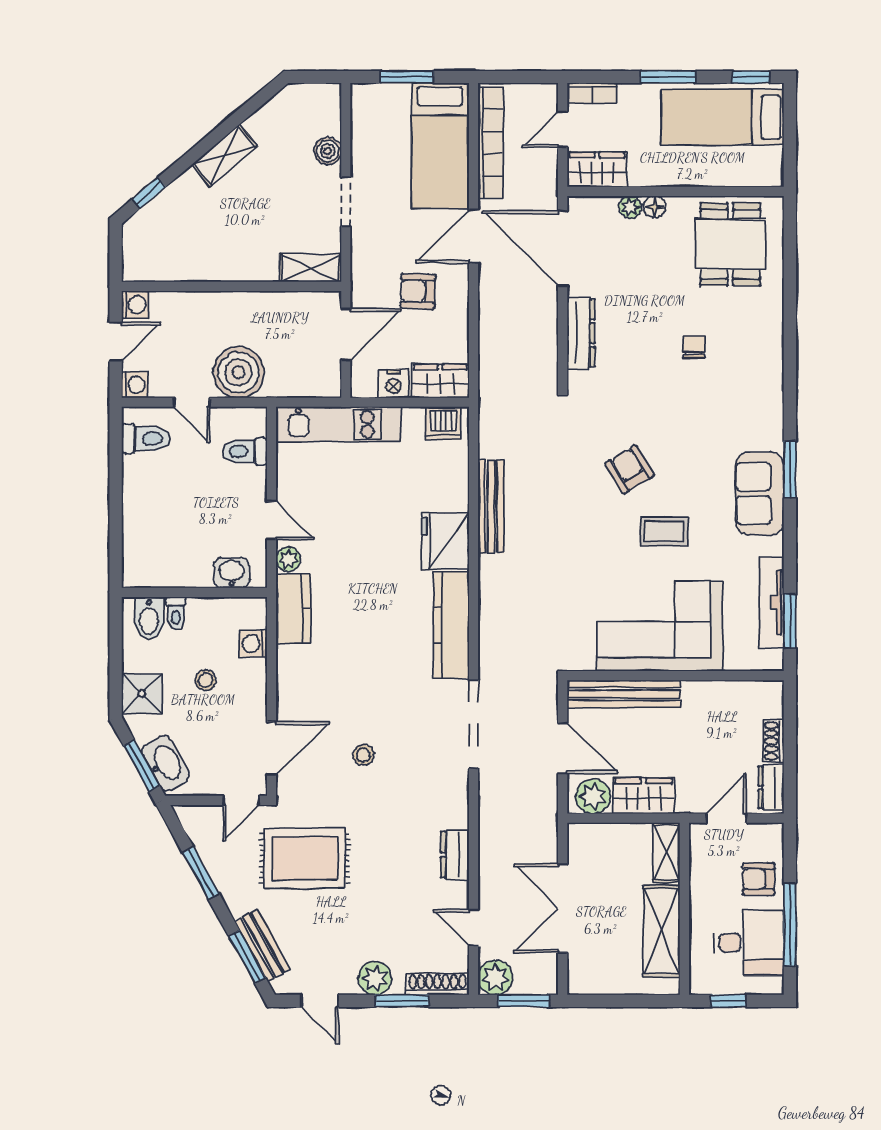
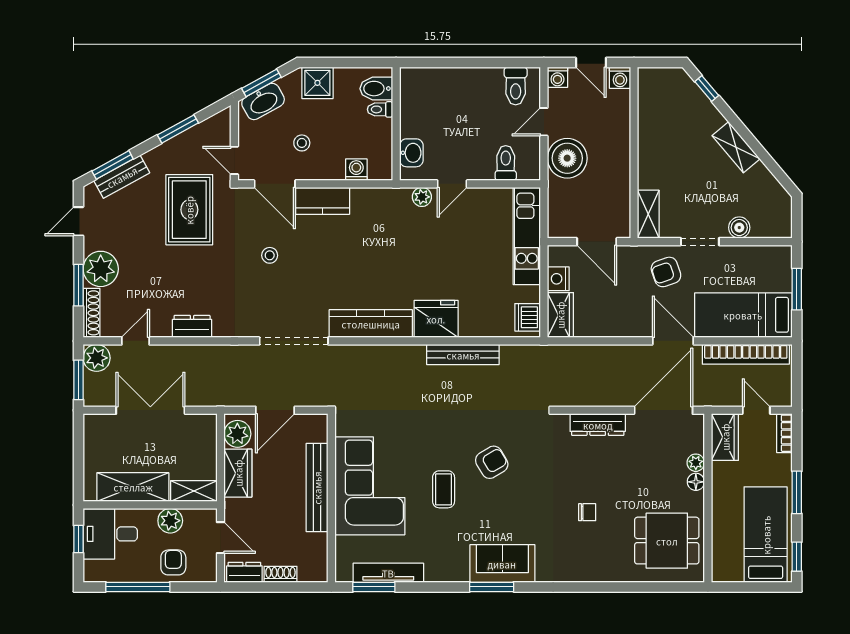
armchair: (418, 291) -> (666, 272), moved, turned -111
sofa: (760, 493) -> (502, 564), moved
kitchen counter: (293, 609) -> (323, 201), moved
stool: (205, 680) -> (302, 143), moved
bench: (624, 694) -> (317, 488), moved
plant: (705, 883) -> (170, 521), added
desk: (749, 943) -> (110, 534), moved, turned 90
plant: (375, 978) -> (101, 269), width x1.36, depth x1.36

